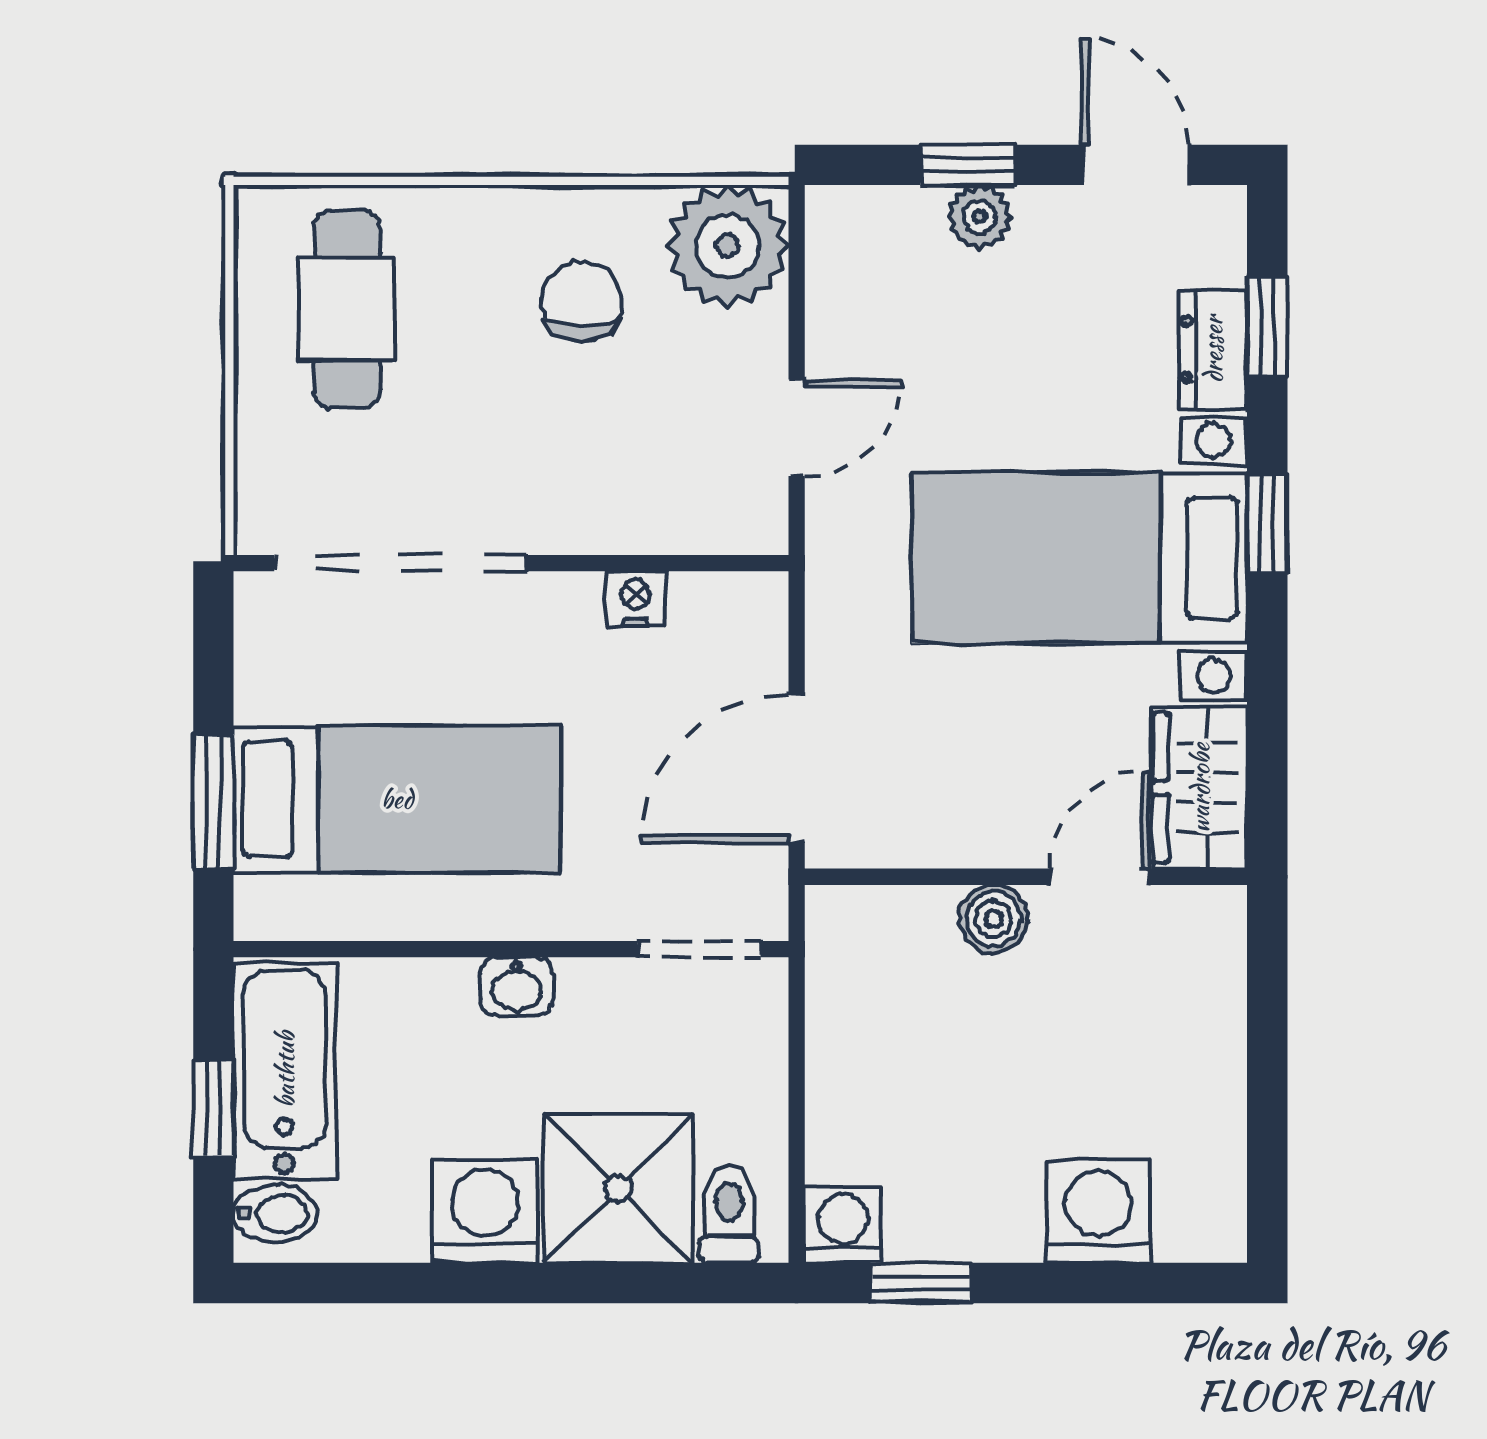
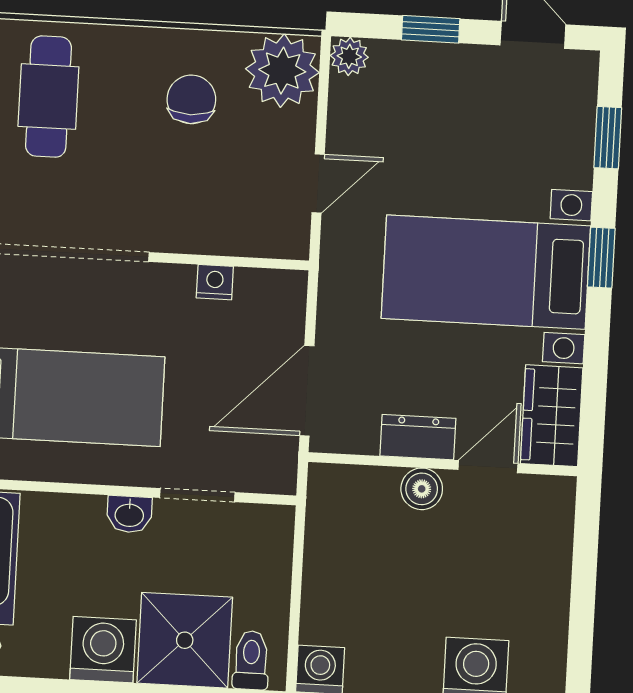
plant: (980, 217) -> (349, 56), moved
dresser: (1213, 349) -> (418, 437), moved, turned 90
doorway: (699, 949) -> (197, 495), moved

